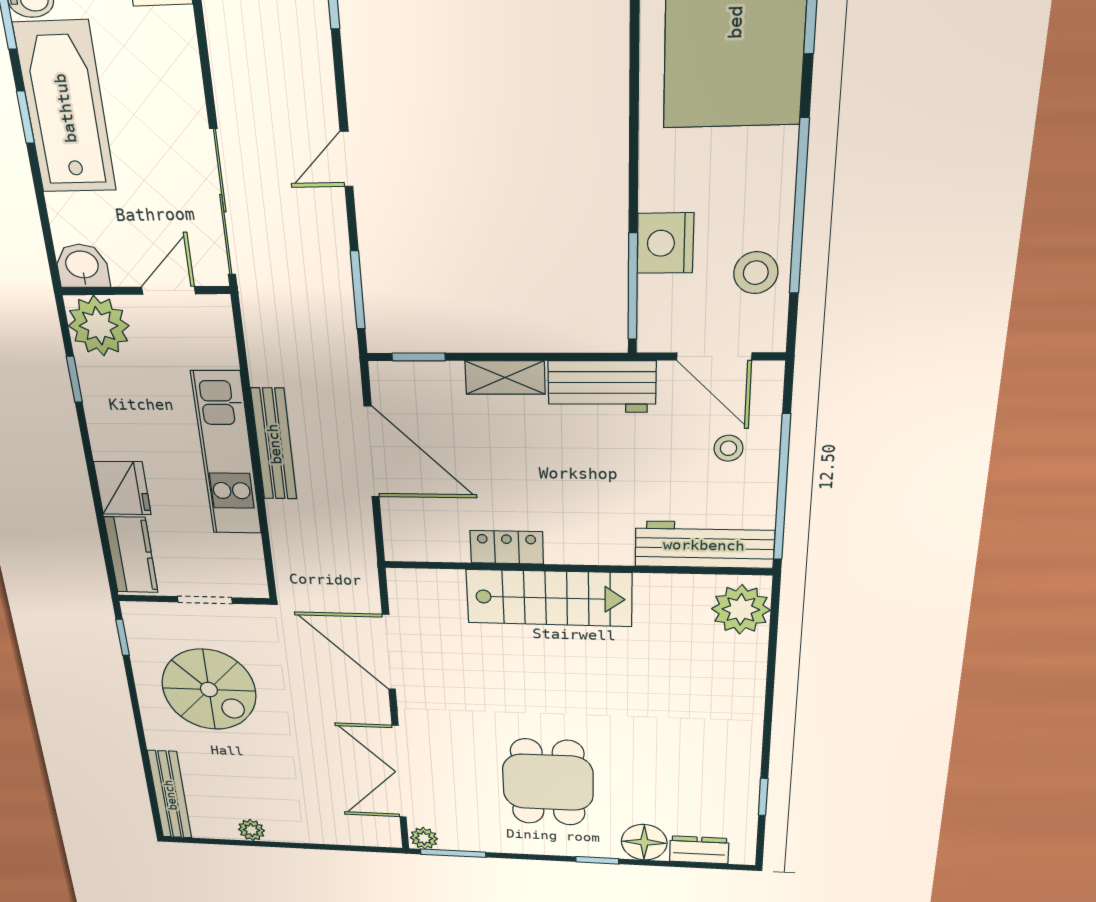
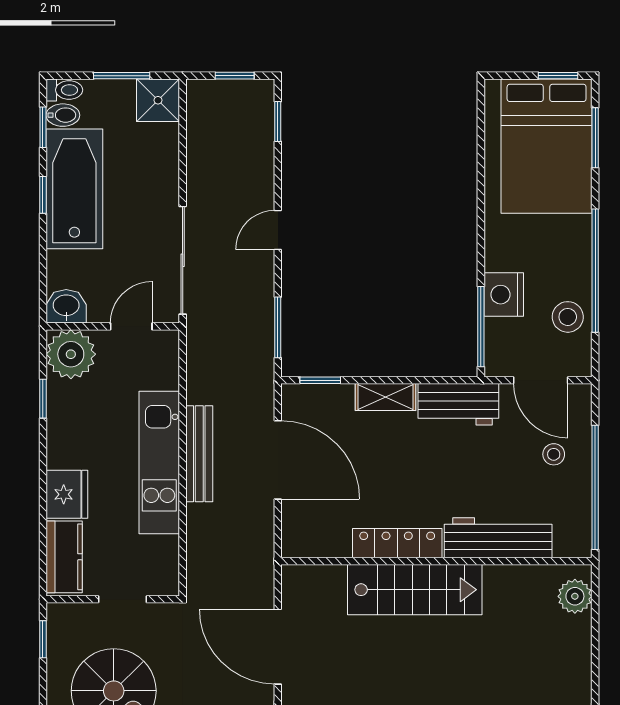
workbench: (704, 545) -> (498, 538), moved
locker: (507, 547) -> (397, 543), width x1.53
plant: (741, 609) -> (575, 596), width x0.73, depth x0.73

